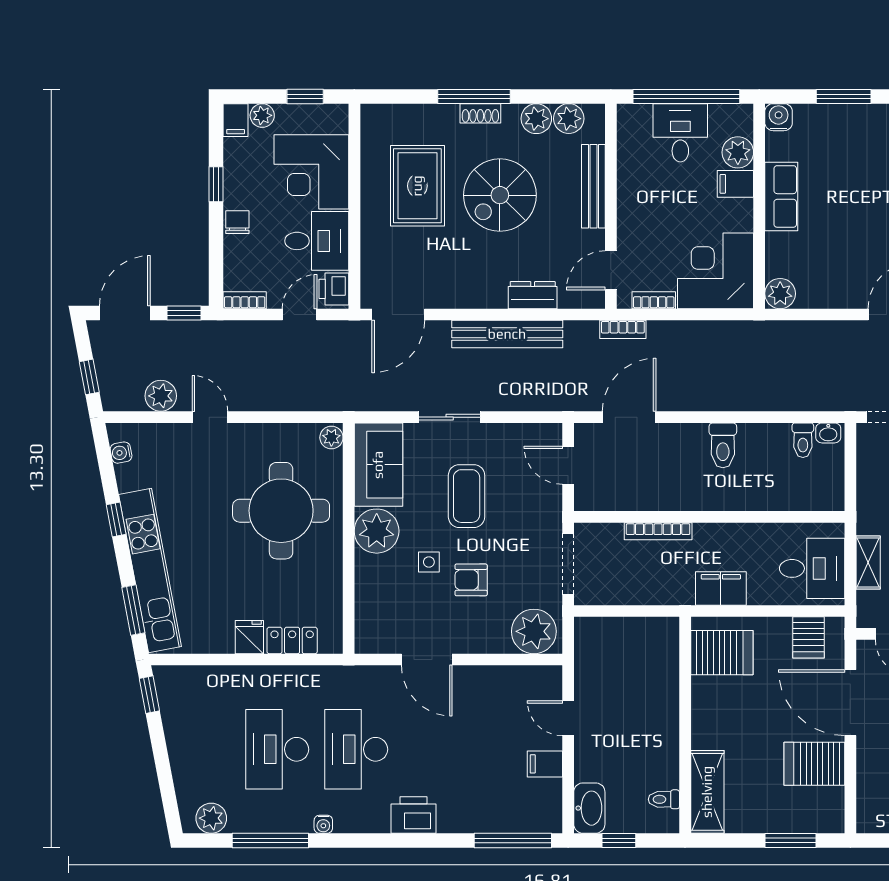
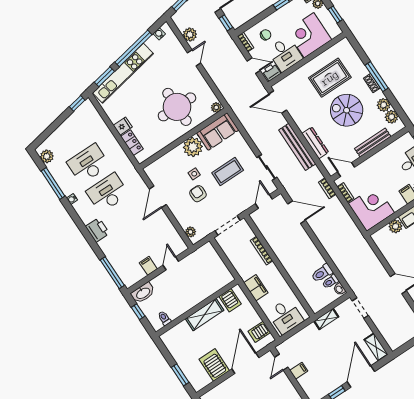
chair: (237, 222) -> (266, 35), moved
plant: (780, 294) -> (395, 226), moved
dresser: (533, 295) -> (315, 143), width x1.44
sliding door: (450, 417) -> (267, 167), moved
toilet: (723, 445) -> (322, 273), moved
window: (116, 520) -> (133, 48), width x3.17
shelving: (868, 563) -> (326, 319), moved
plant: (534, 631) -> (191, 232), width x0.53, depth x0.53
server rack: (722, 653) -> (230, 300), width x0.73, depth x0.70
shelving: (707, 792) -> (205, 315), moved

